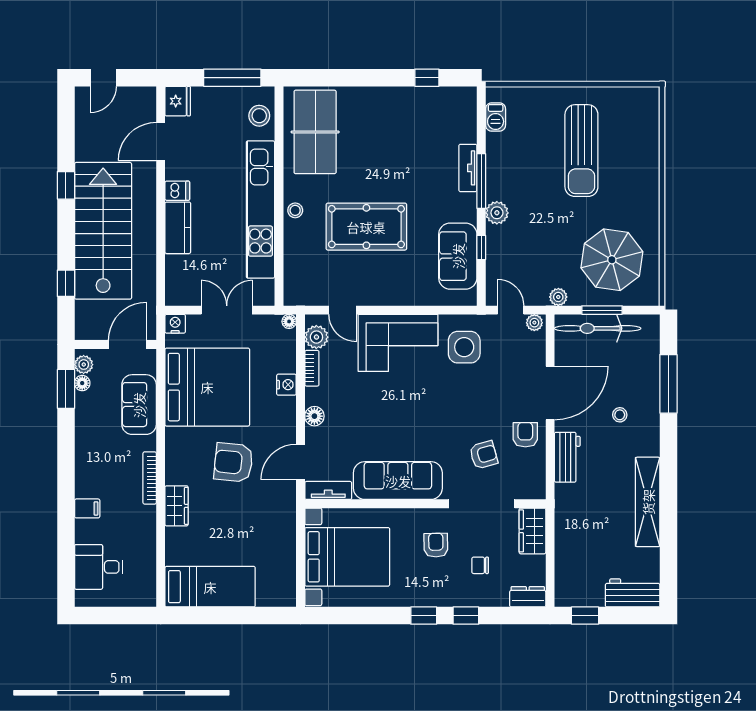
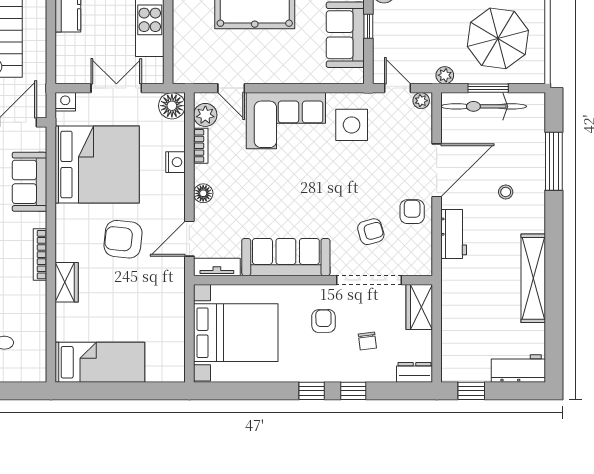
floor lamp: (289, 321) -> (172, 106), width x1.89, depth x1.89
chair: (480, 565) -> (367, 341), turned -97

